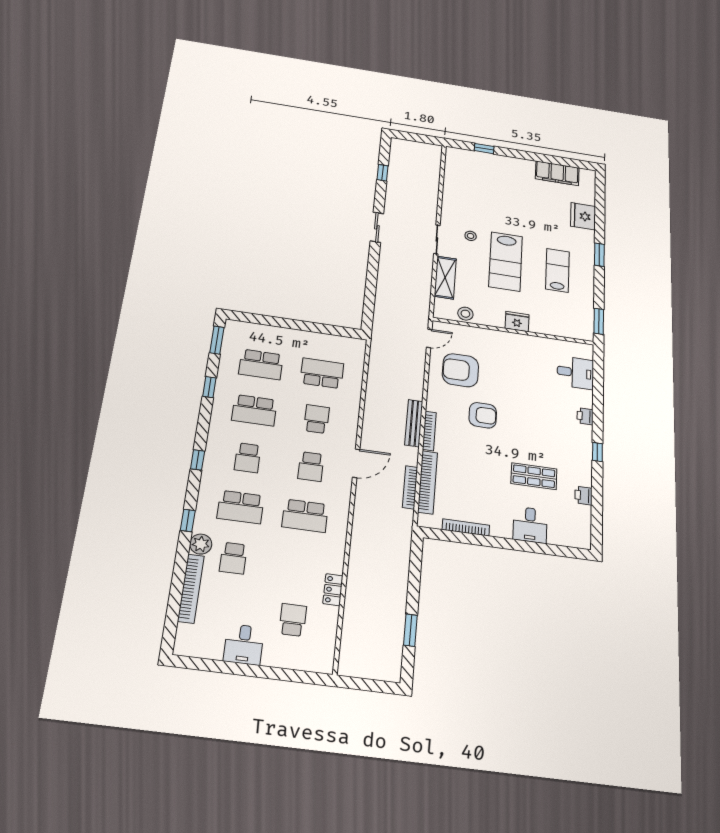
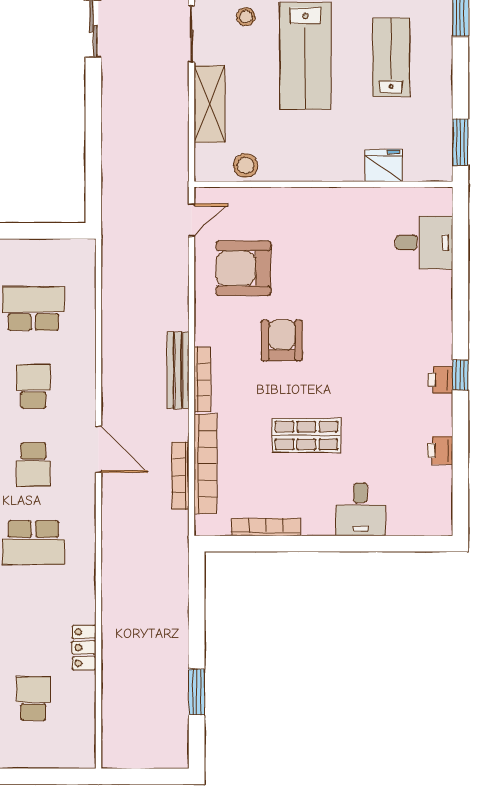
fridge: (517, 322) -> (384, 166), moved
armchair: (483, 415) -> (282, 340), turned -90
printer: (585, 416) -> (440, 380), moved
door: (356, 463) -> (98, 449), hinge flipped
shop shelf: (534, 476) -> (306, 436), moved

